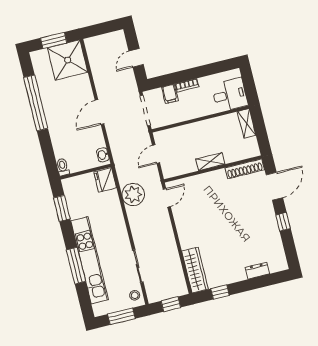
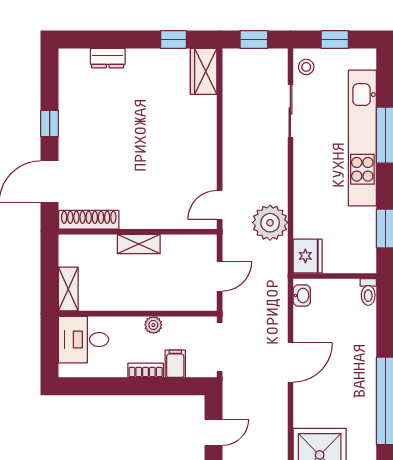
plant: (189, 114) -> (153, 325), added
wardrobe: (195, 270) -> (204, 71), width x0.67
window: (121, 316) -> (335, 40), width x0.67

